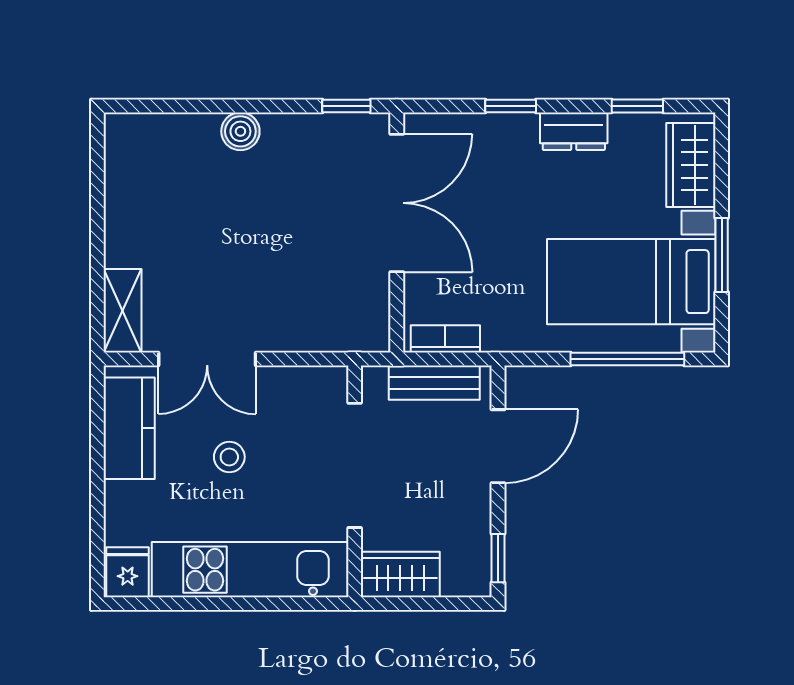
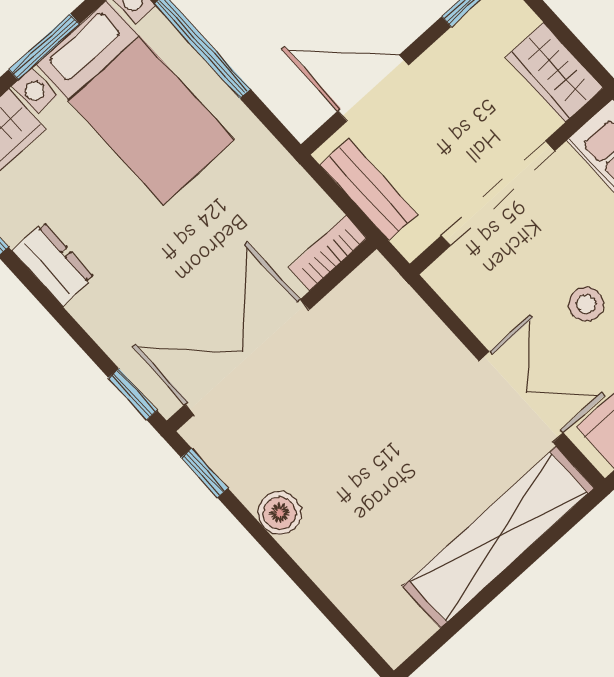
window: (511, 106) -> (133, 394), moved
boiler: (240, 131) -> (280, 513), moved
shelving: (123, 311) -> (498, 537), width x2.20, depth x1.33
bookcase: (445, 339) -> (328, 253), moved, turned 90

